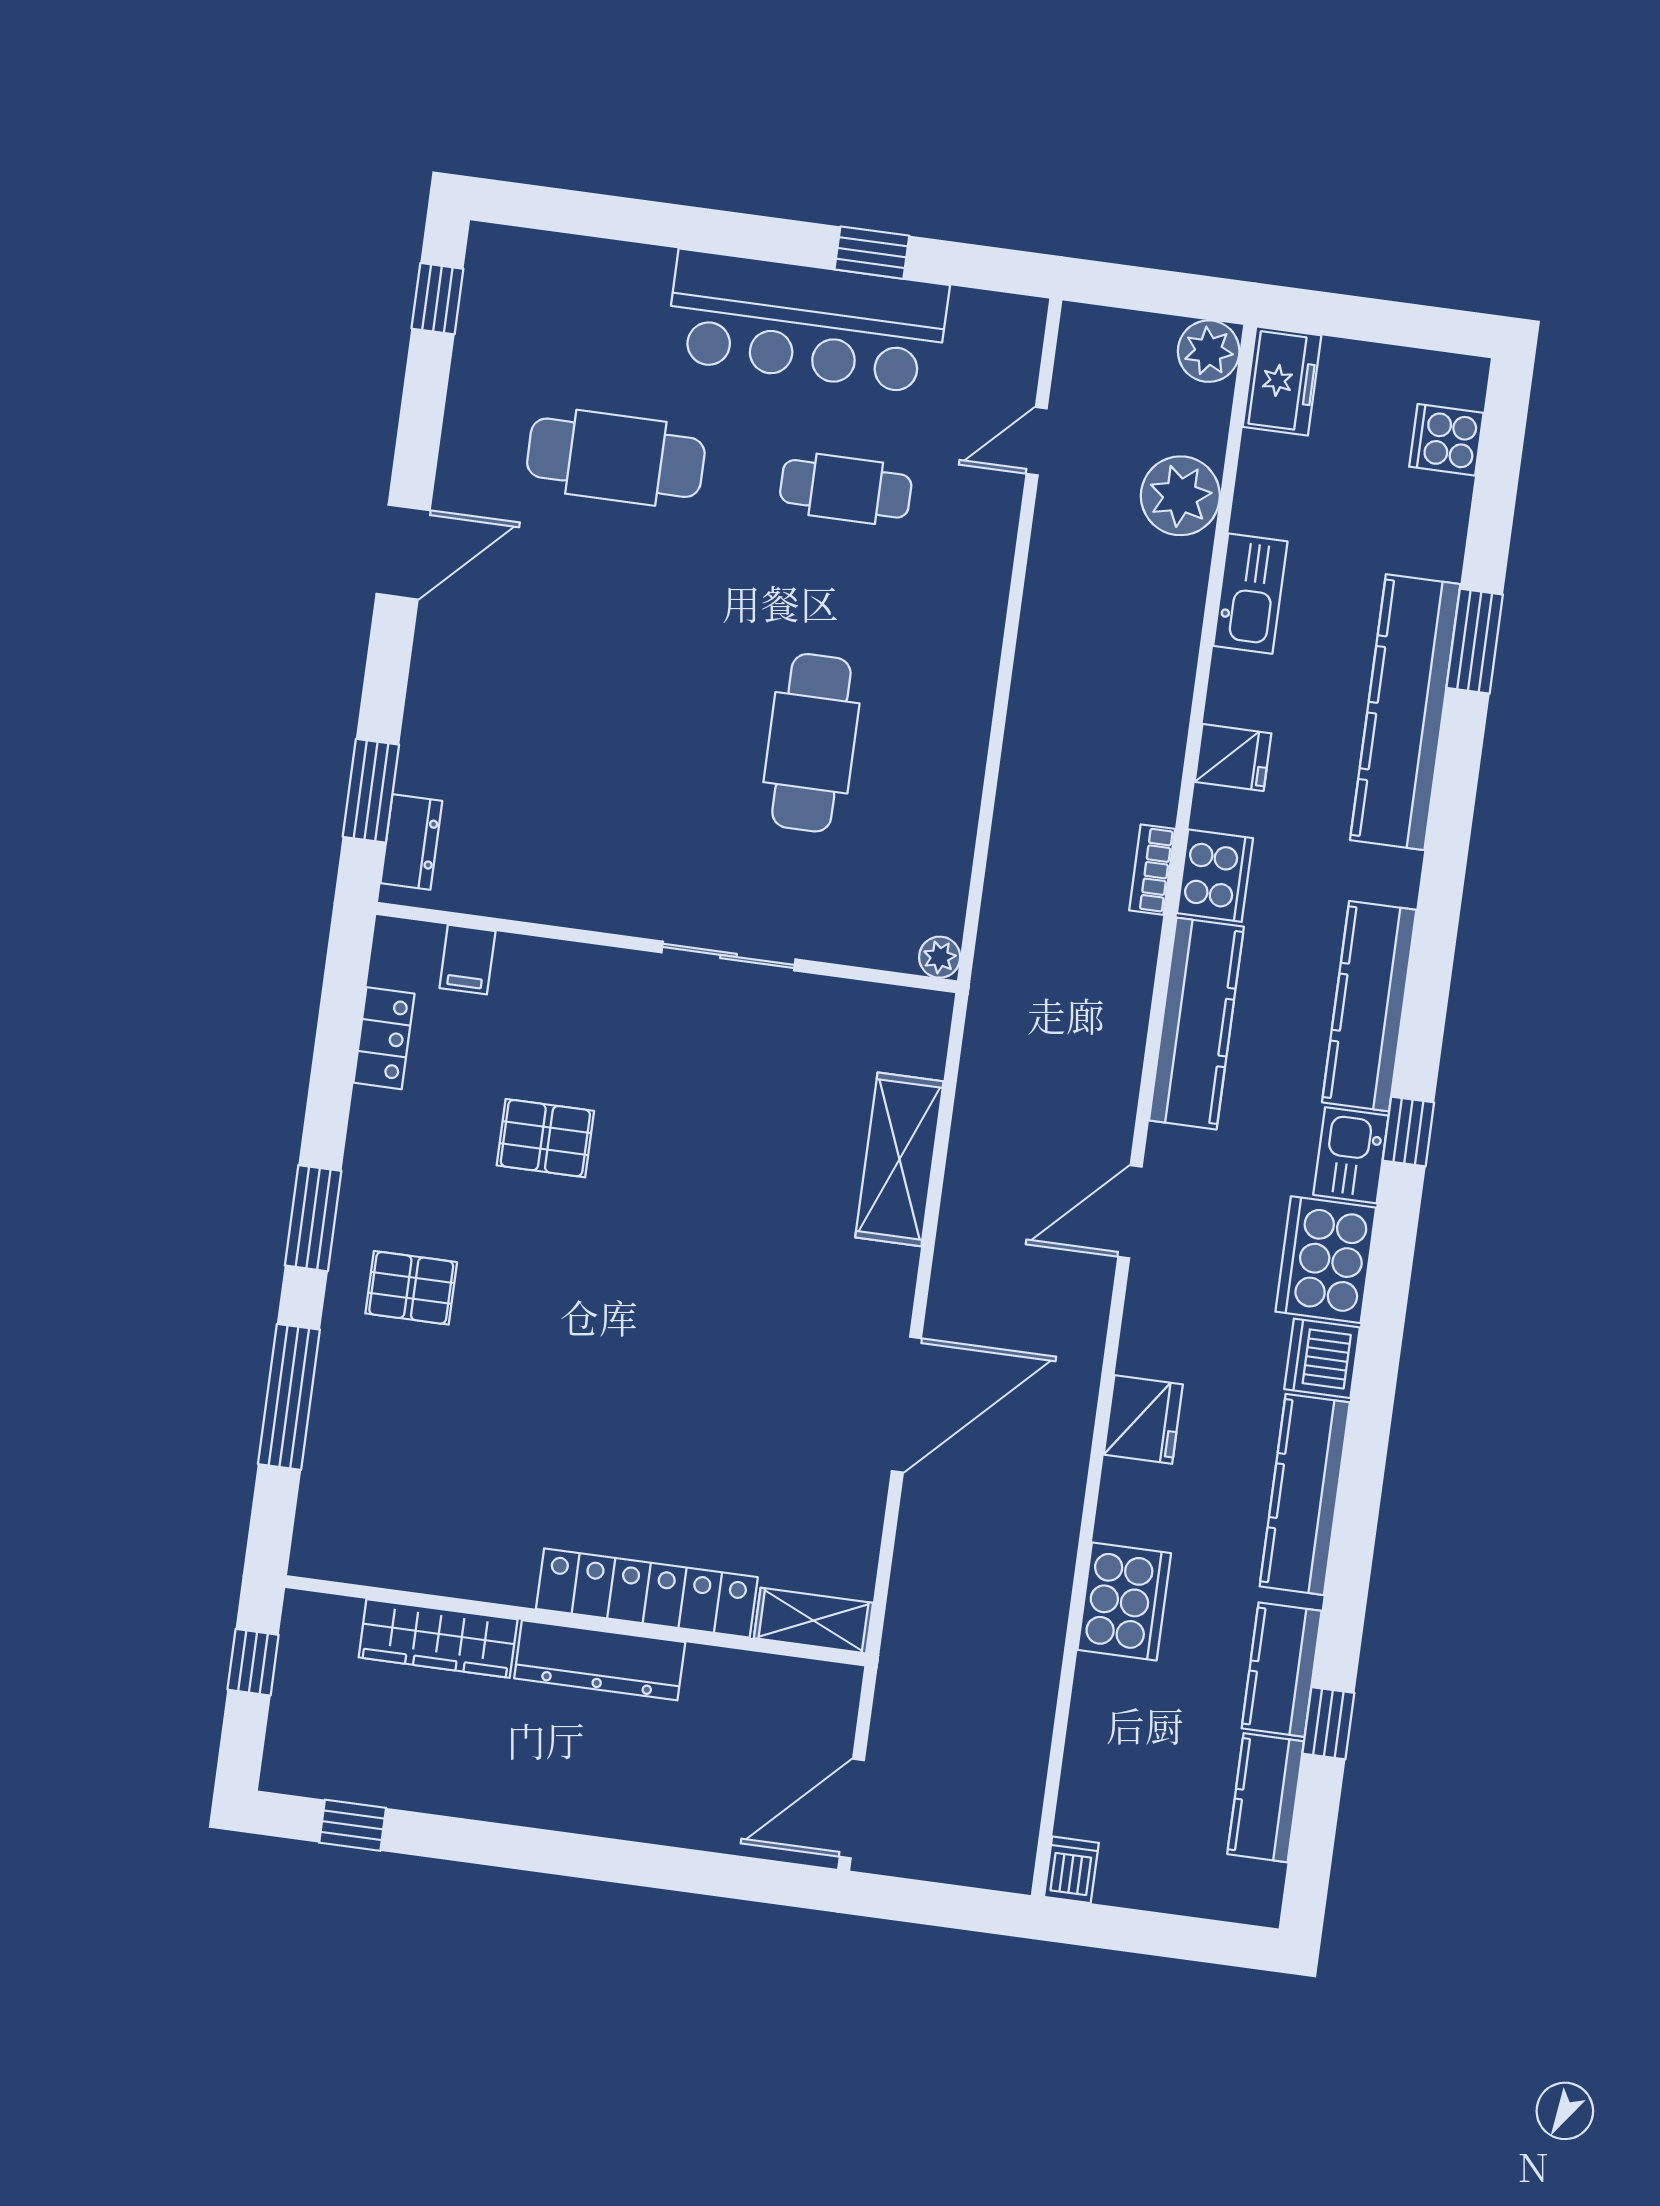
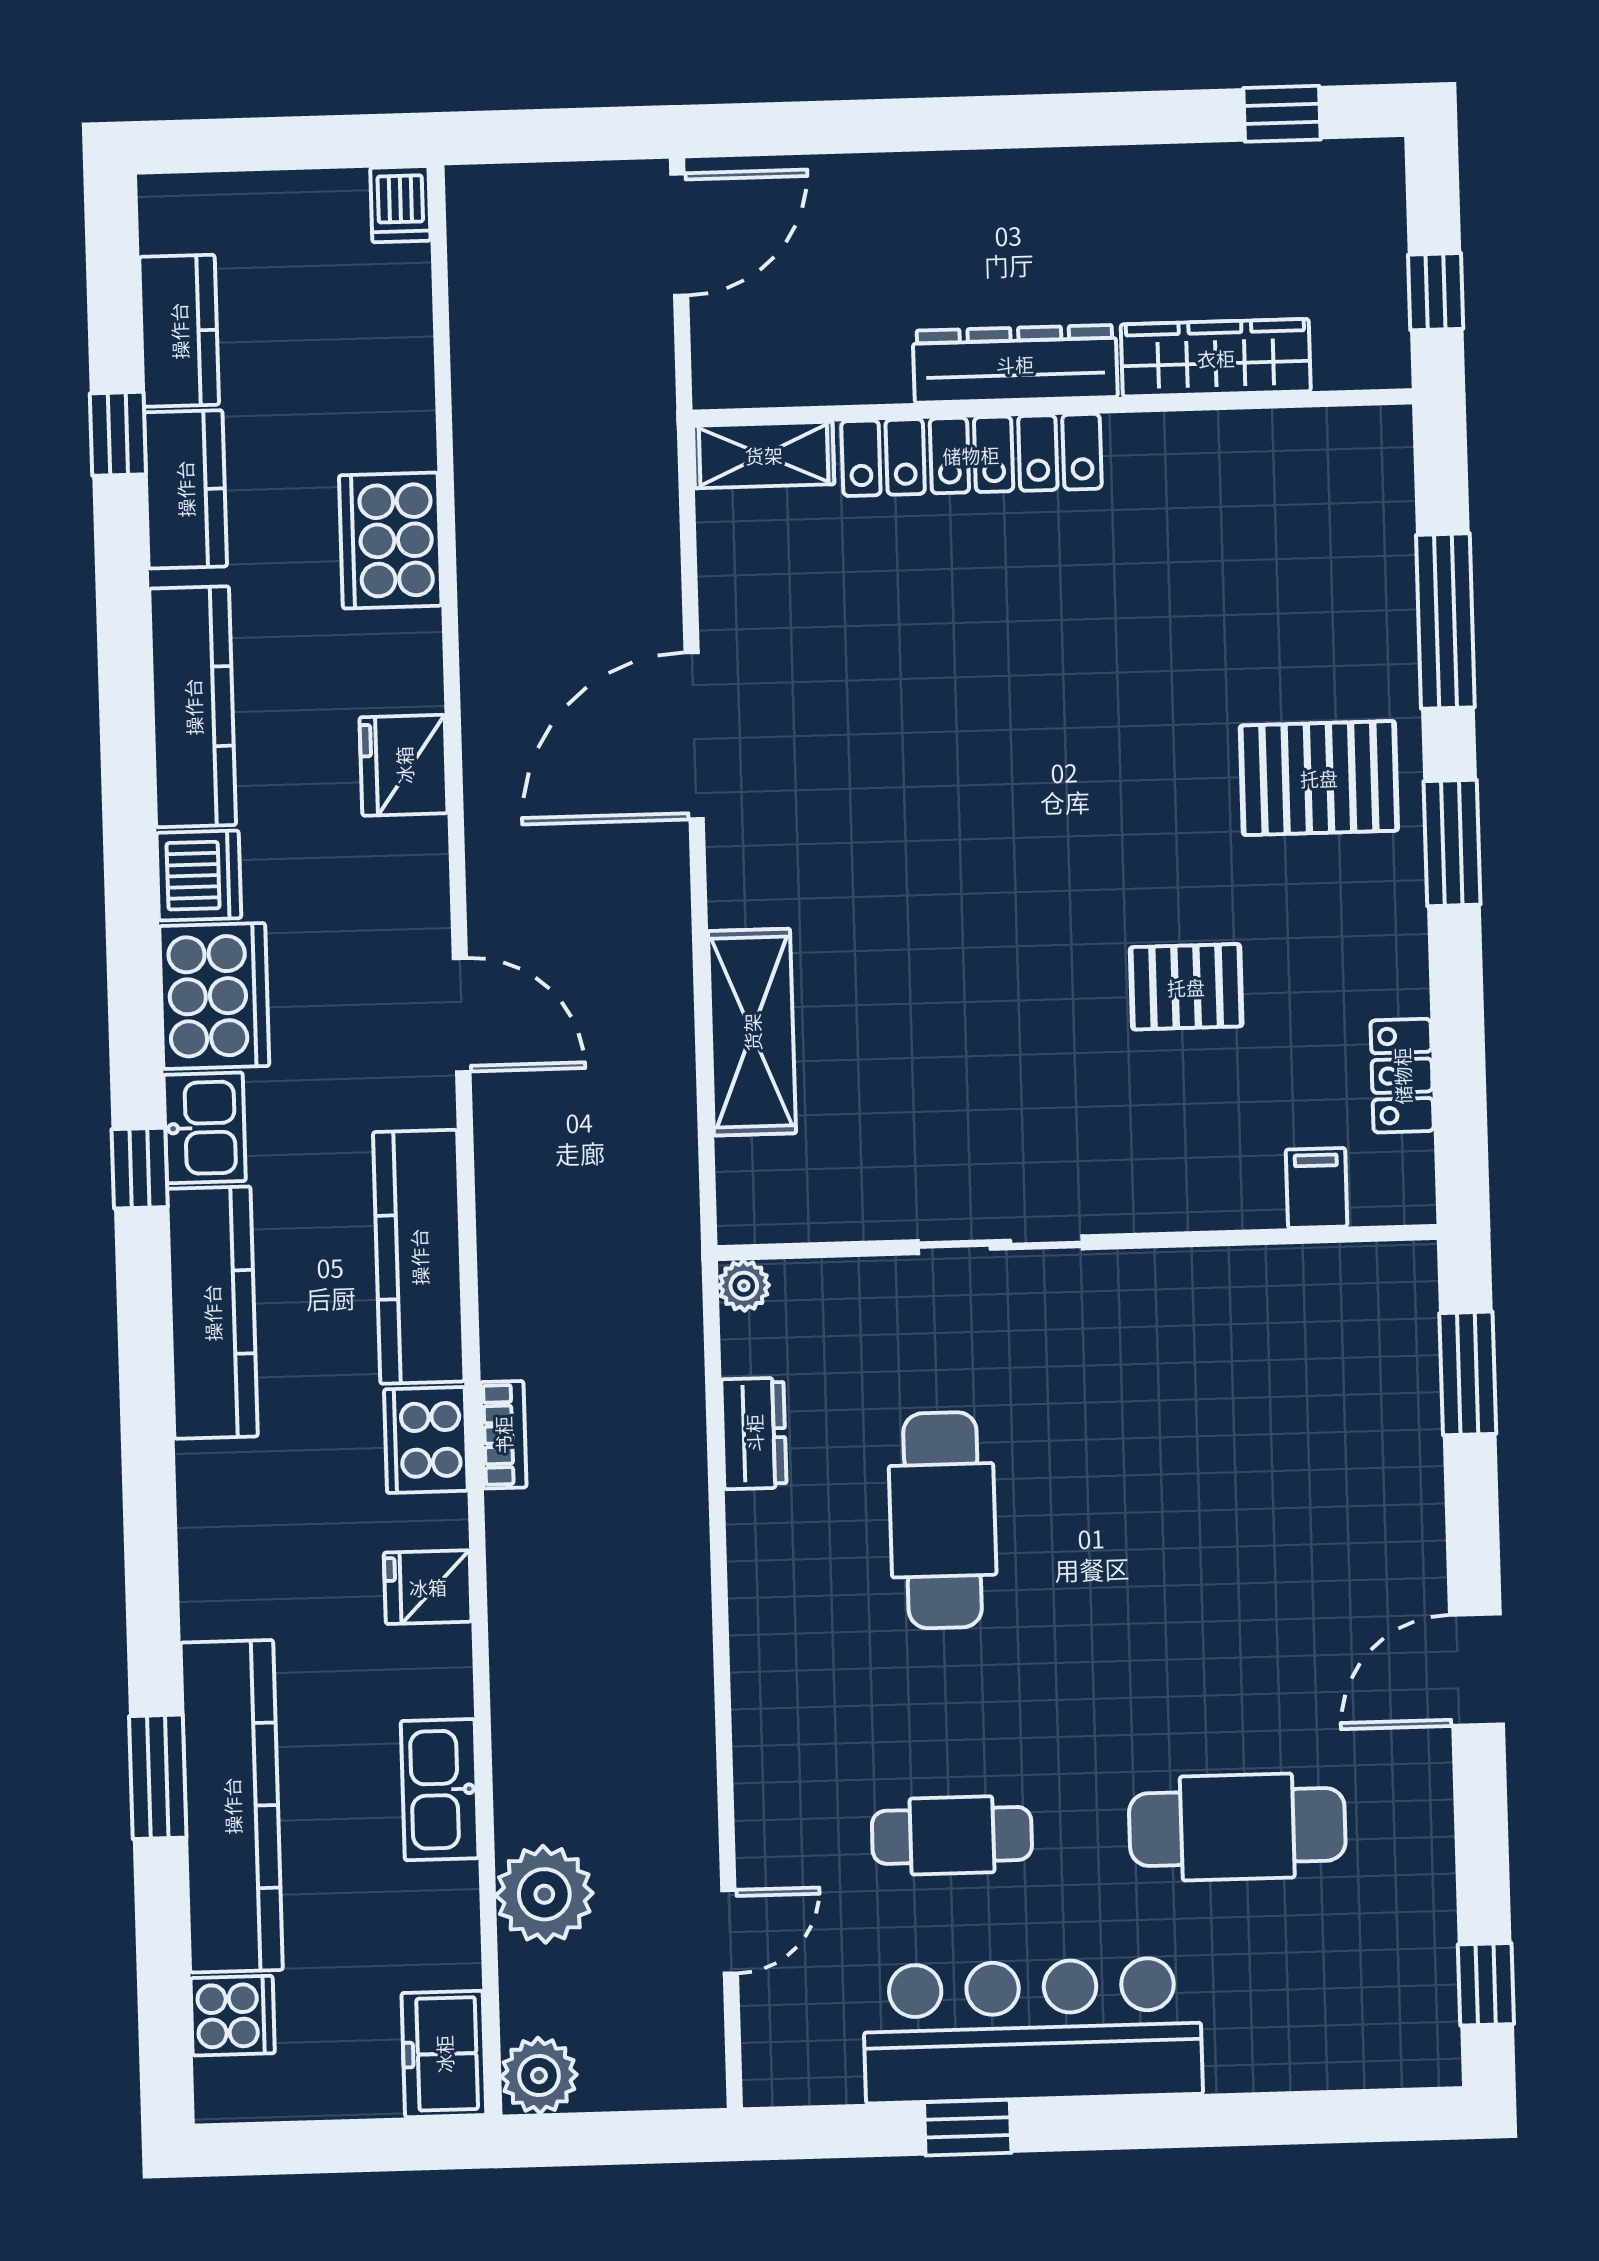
kitchen counter: (1405, 712) -> (232, 1806), moved
dresser: (411, 842) -> (754, 1433), moved, turned 180
door: (1130, 1212) -> (462, 1015), hinge flipped
pallet: (411, 1288) -> (1319, 778), width x1.50, depth x1.42

